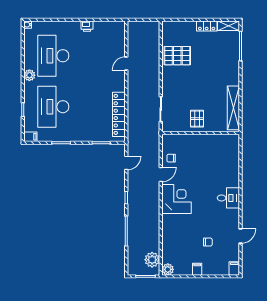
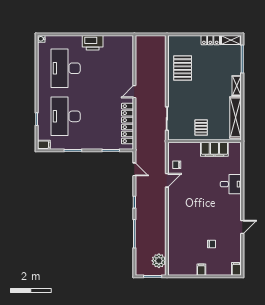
printer: (87, 26) -> (93, 43), width x1.87, depth x1.48
pallet: (177, 56) -> (183, 68), turned 90
door: (126, 63) -> (134, 92), moved
shelving: (235, 74) -> (237, 86), added
plant: (29, 75) -> (43, 87), removed
filing cabinet: (211, 142) -> (214, 149), added
door: (126, 163) -> (134, 169), hinge flipped
desk: (228, 198) -> (231, 184), moved
corner desk: (176, 199) -> (182, 203), removed
door: (241, 236) -> (242, 227), moved
plant: (168, 269) -> (174, 270), removed

